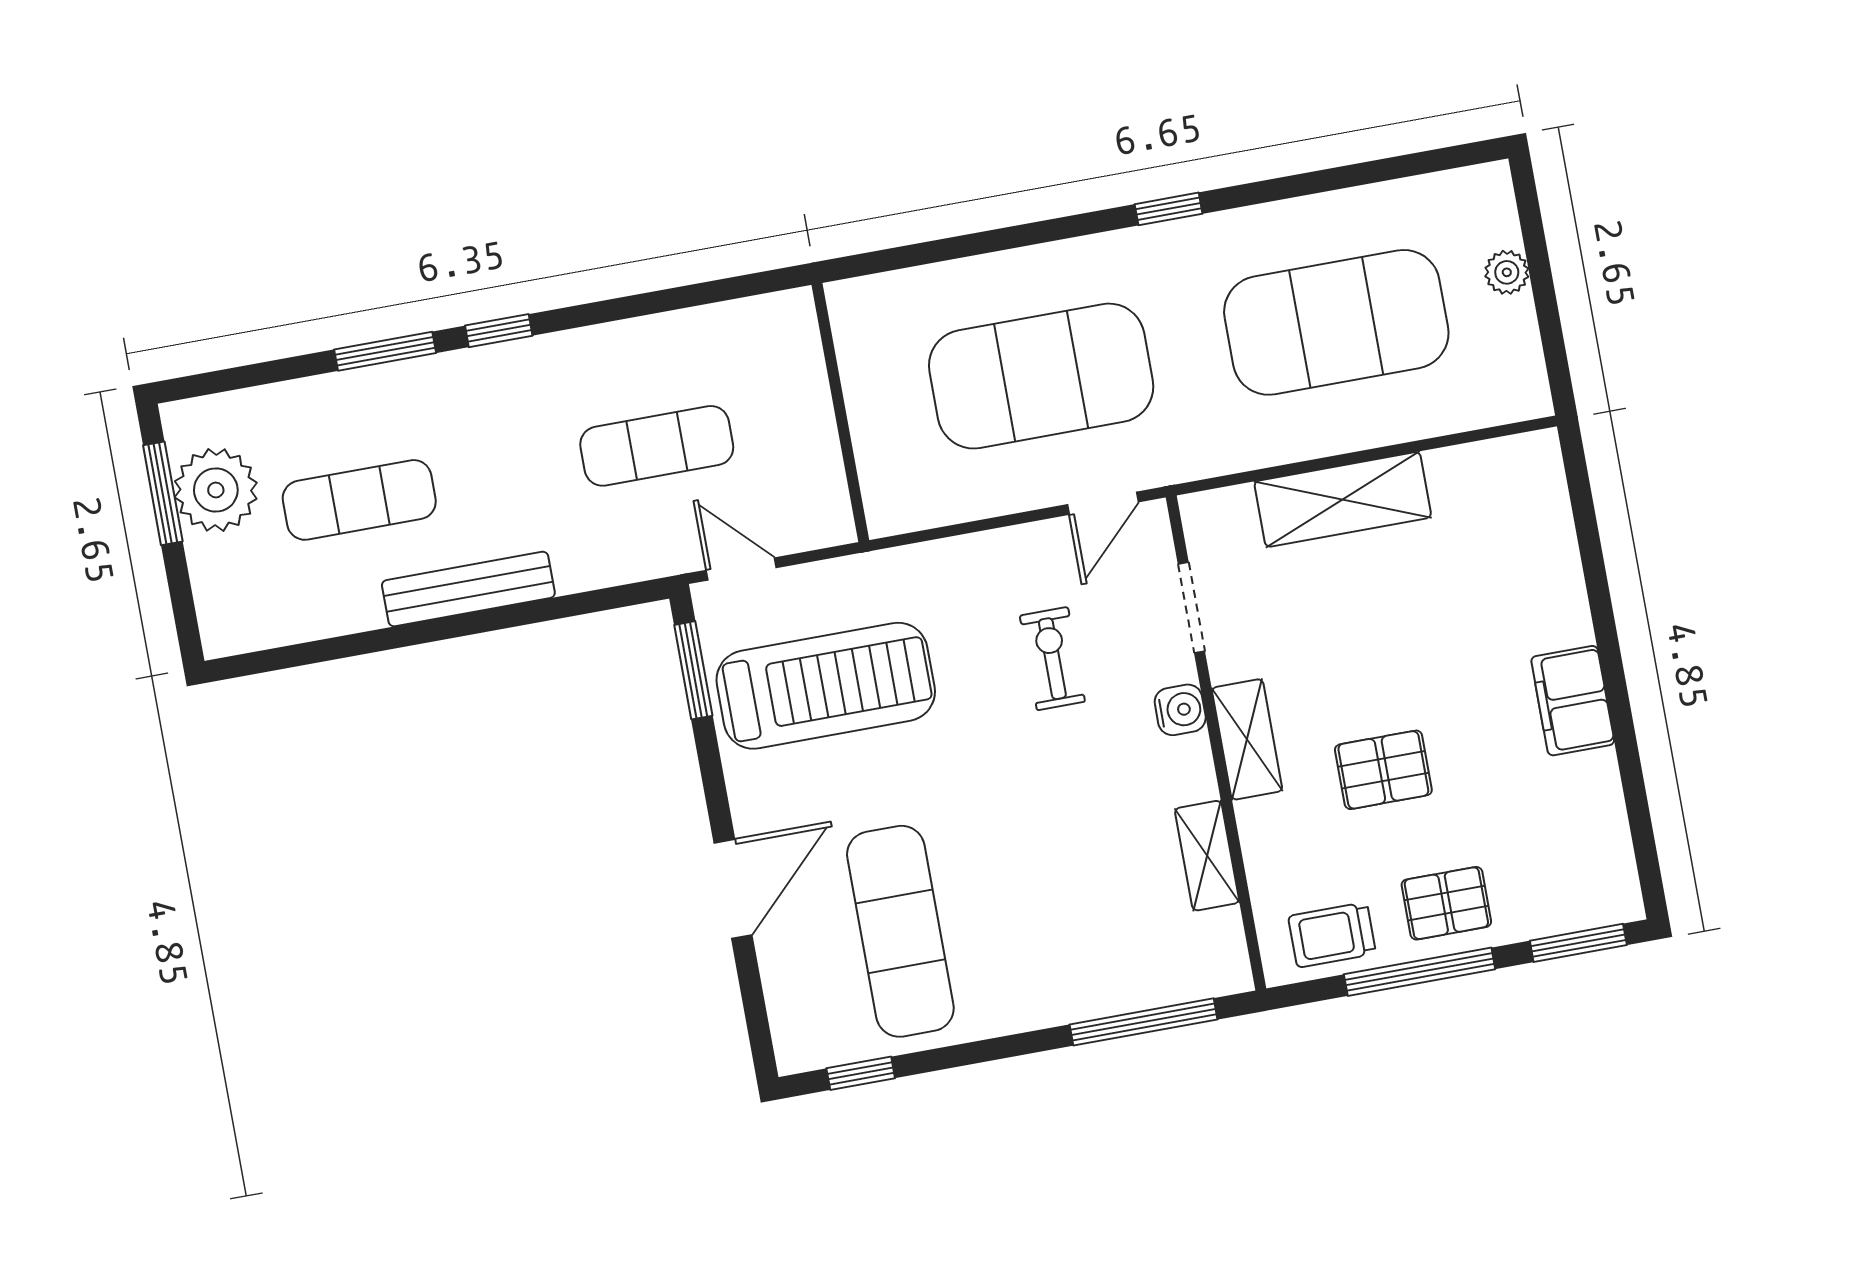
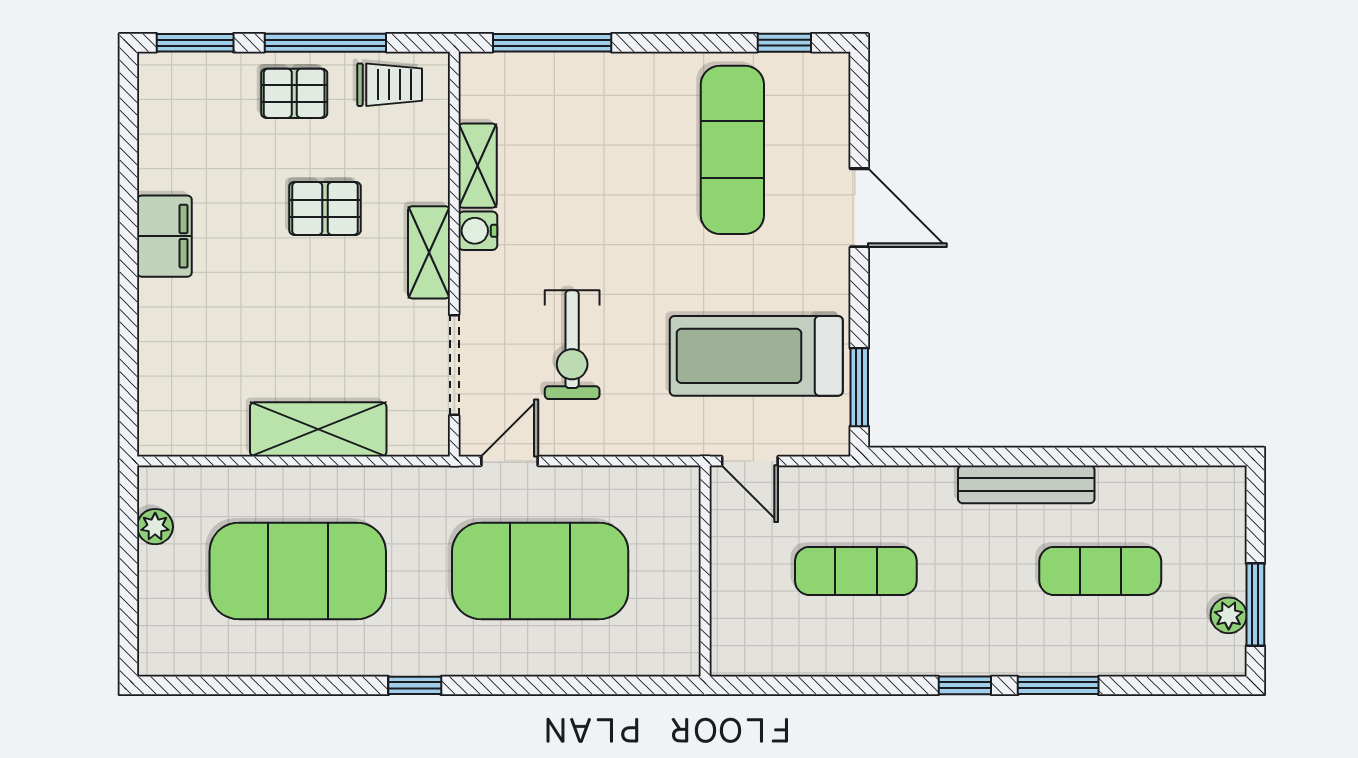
plant: (1507, 272) -> (155, 527), moved
plant: (216, 490) -> (1229, 615), width x0.53, depth x0.53
door: (741, 569) -> (750, 461), moved
doorway: (1191, 608) -> (454, 365), width x1.38
exercise bike: (1052, 659) -> (572, 345), width x1.38, depth x1.39
water cooler: (1180, 710) -> (478, 231), moved
door: (733, 889) -> (859, 208), swing flipped

